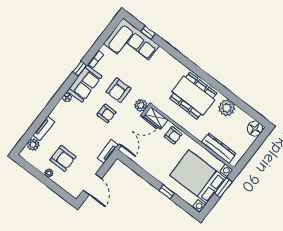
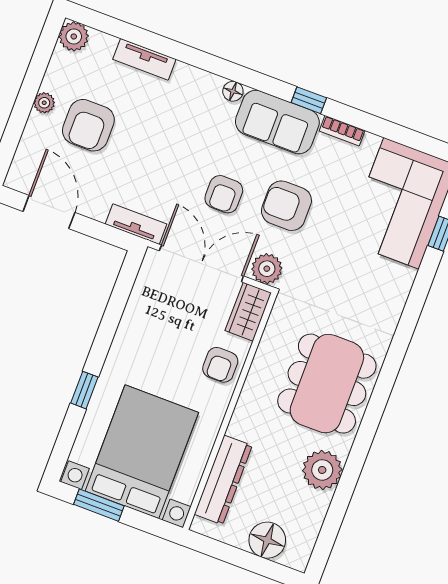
floor lamp: (255, 129) -> (267, 540), moved
double door: (131, 131) -> (201, 263), swing flipped
plant: (33, 145) -> (74, 36), moved
door: (92, 184) -> (49, 212), swing flipped
window: (223, 187) -> (99, 505), moved

